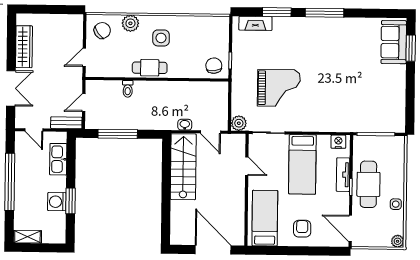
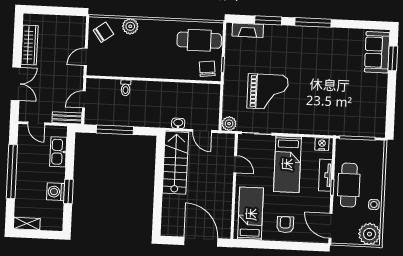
side table: (161, 38) -> (159, 41), removed
cafe table: (150, 68) -> (199, 40), moved, width x1.37, depth x1.35
plant: (398, 241) -> (369, 234), width x1.88, depth x1.88

